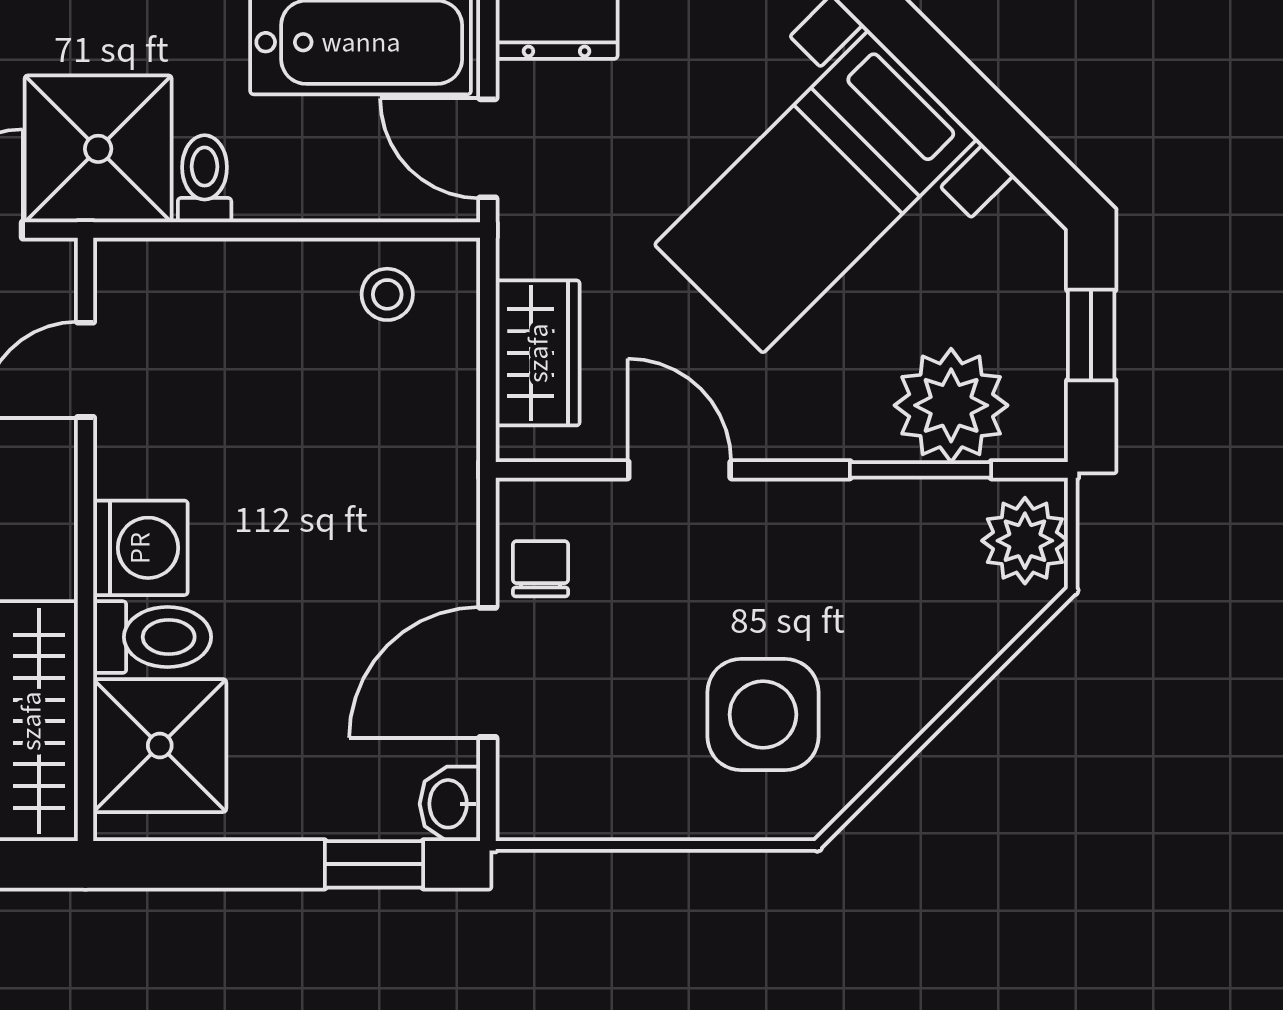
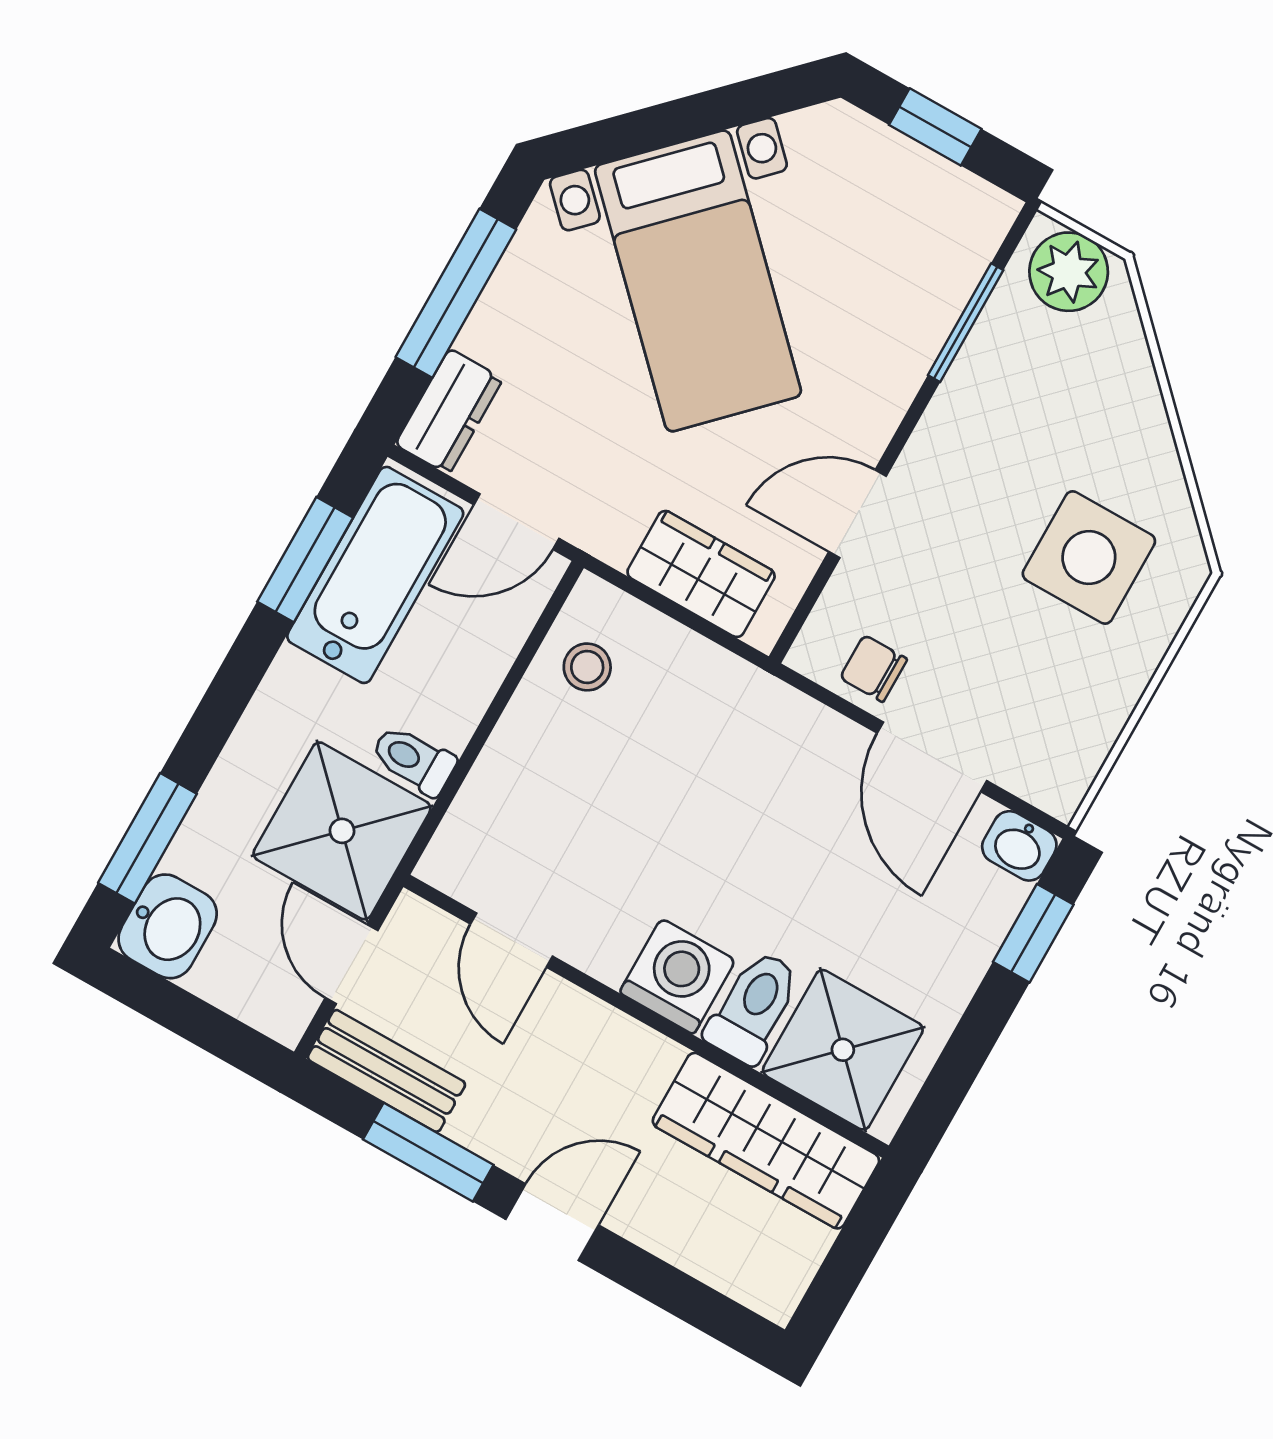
plant: (951, 405) -> (928, 270), removed

